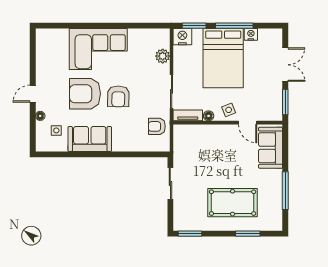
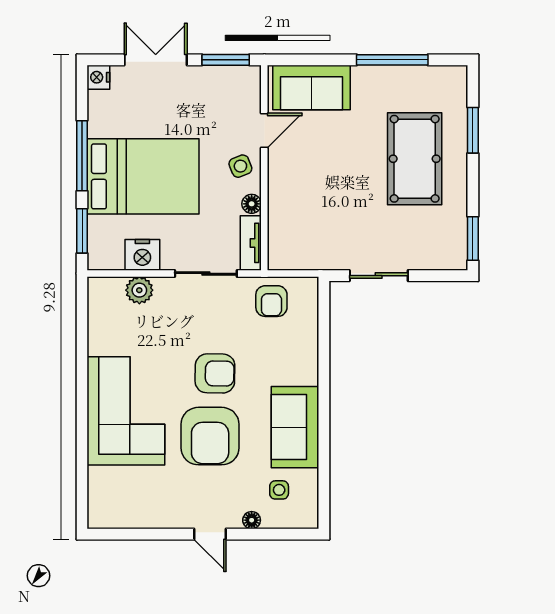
nightstand: (251, 34) -> (98, 77), moved
nightstand: (182, 37) -> (142, 255), moved, turned -90

